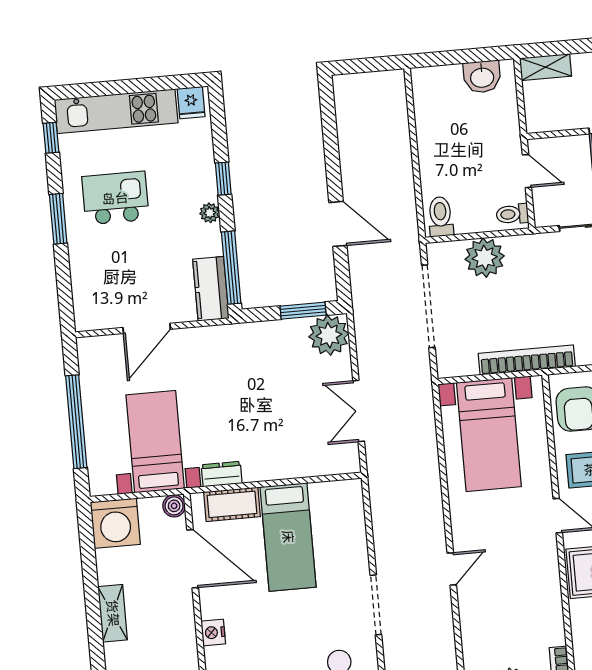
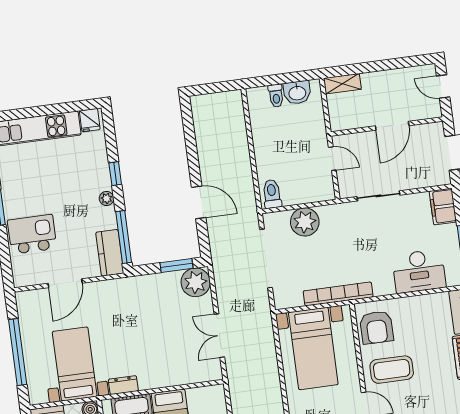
kitchen island: (115, 198) -> (32, 234), moved
toilet: (512, 214) -> (276, 96), moved, turned -90

